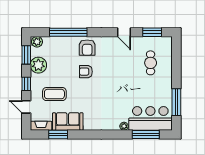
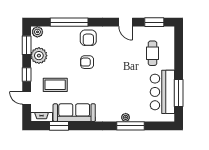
bar counter: (150, 118) -> (162, 92), moved, turned -90
sofa: (68, 121) -> (74, 113), width x1.36
window: (146, 134) -> (130, 126), moved

